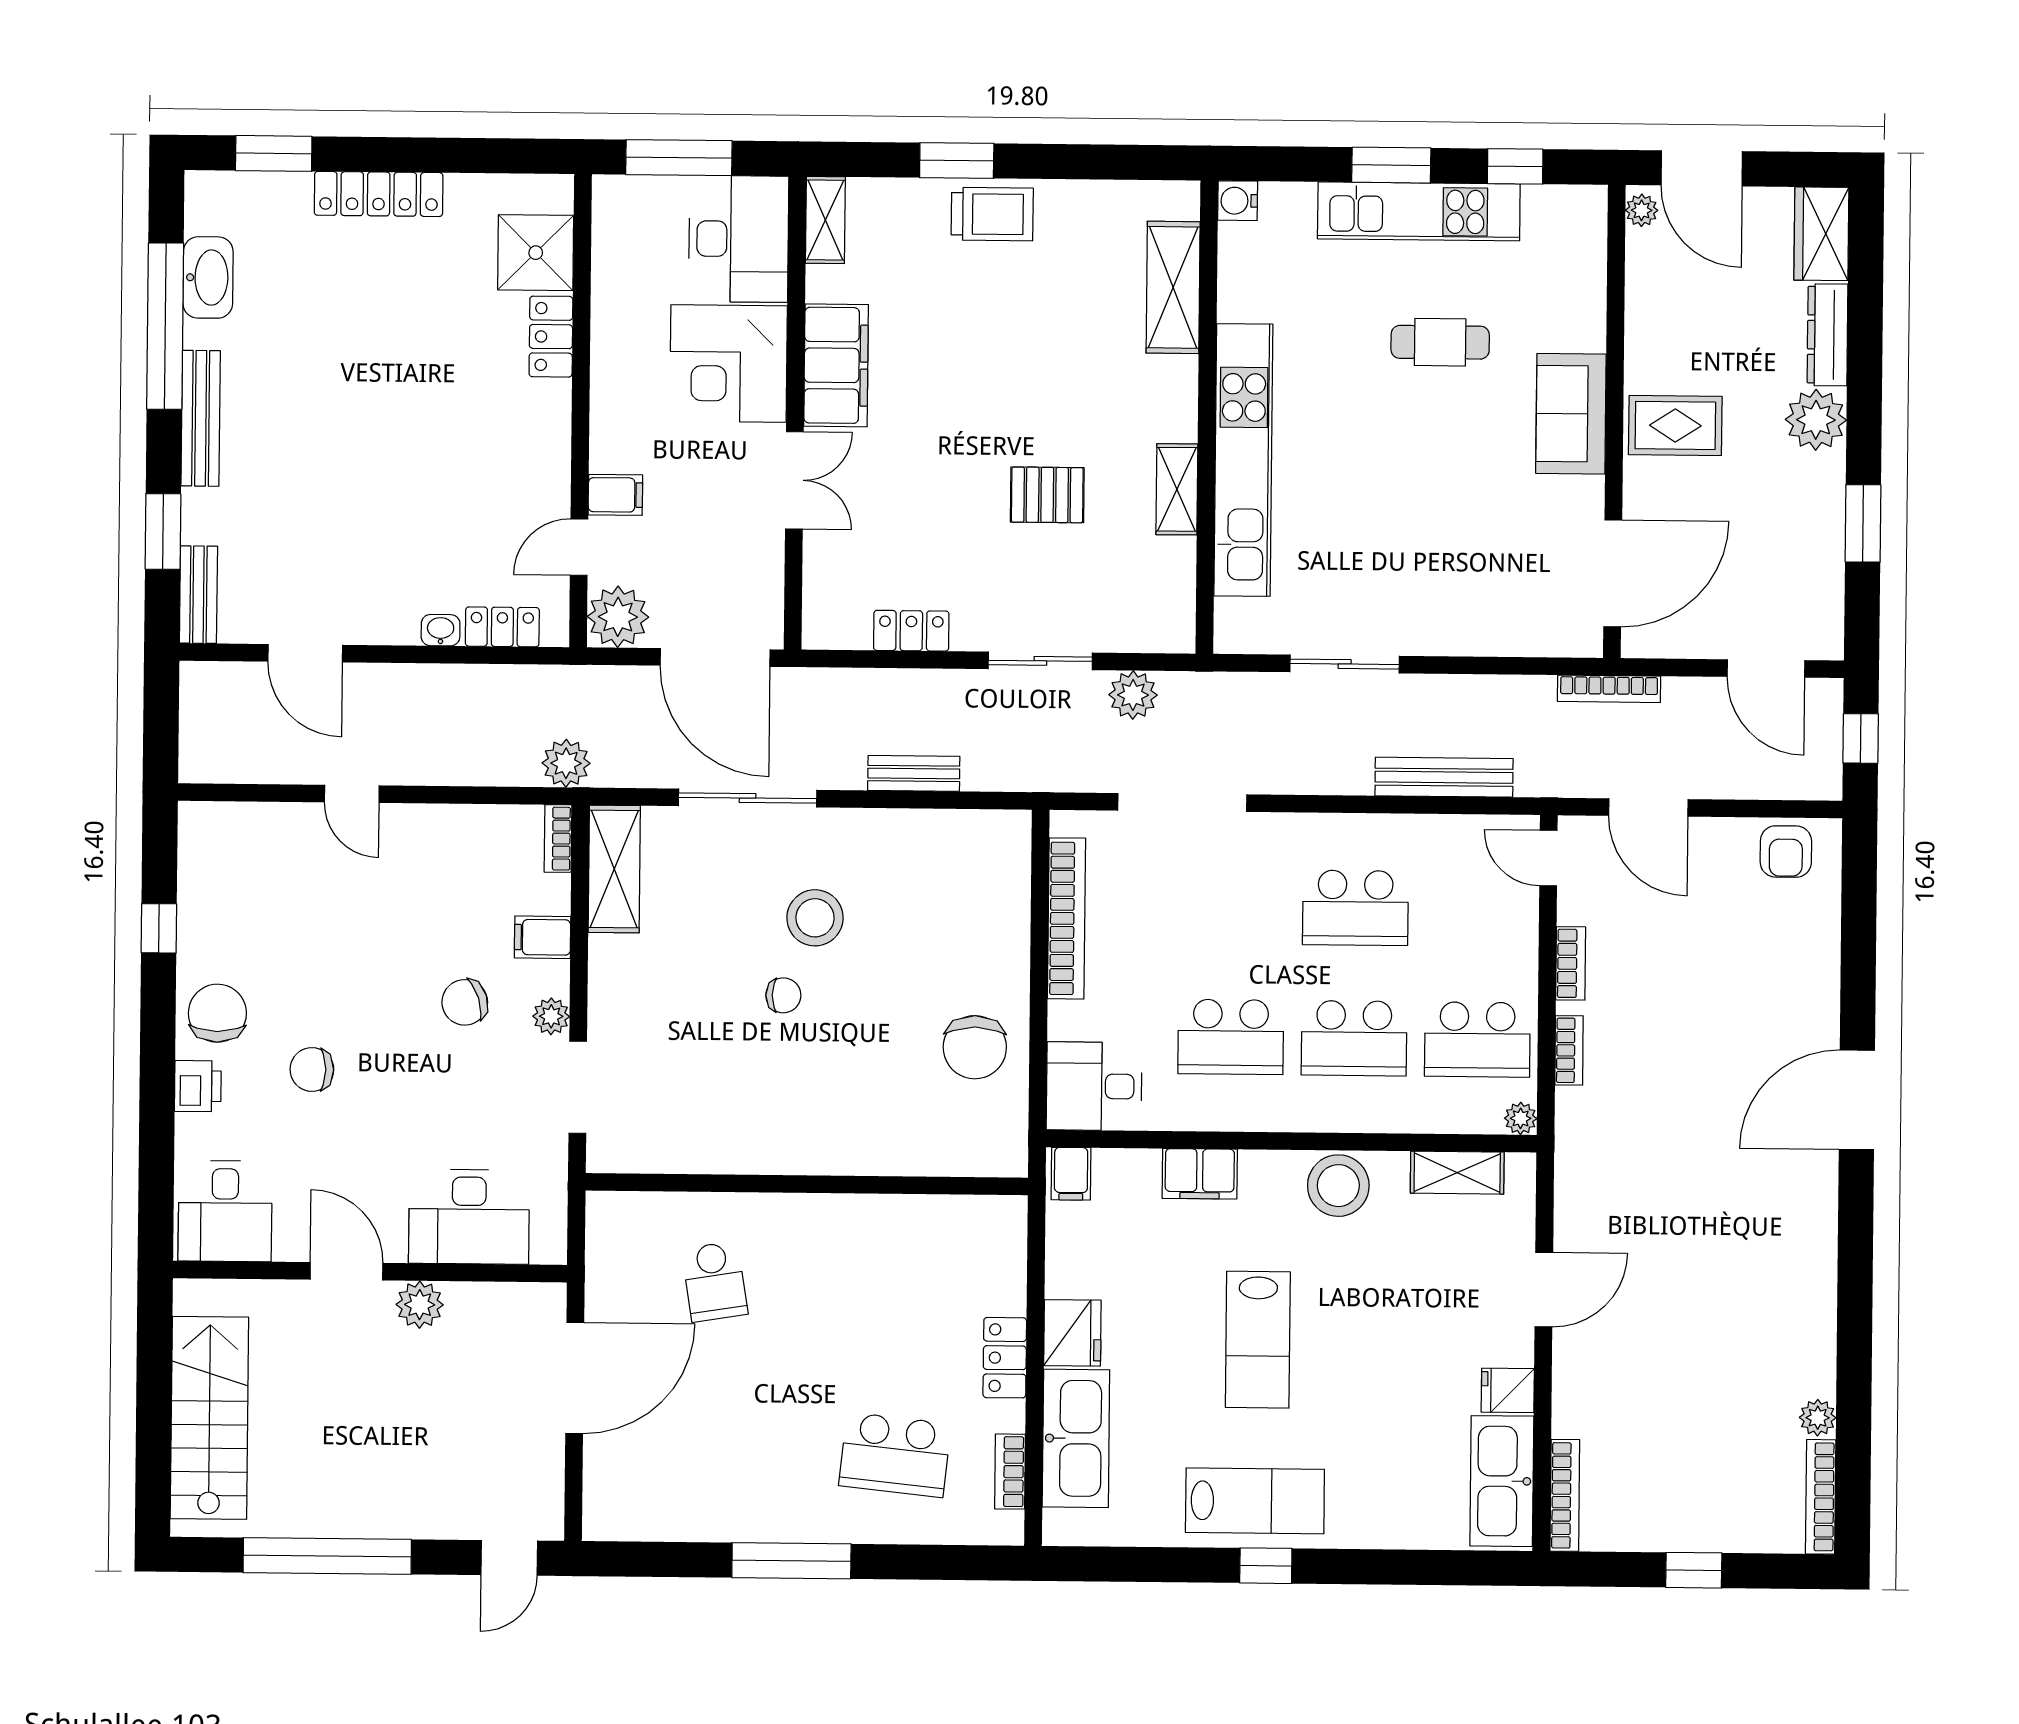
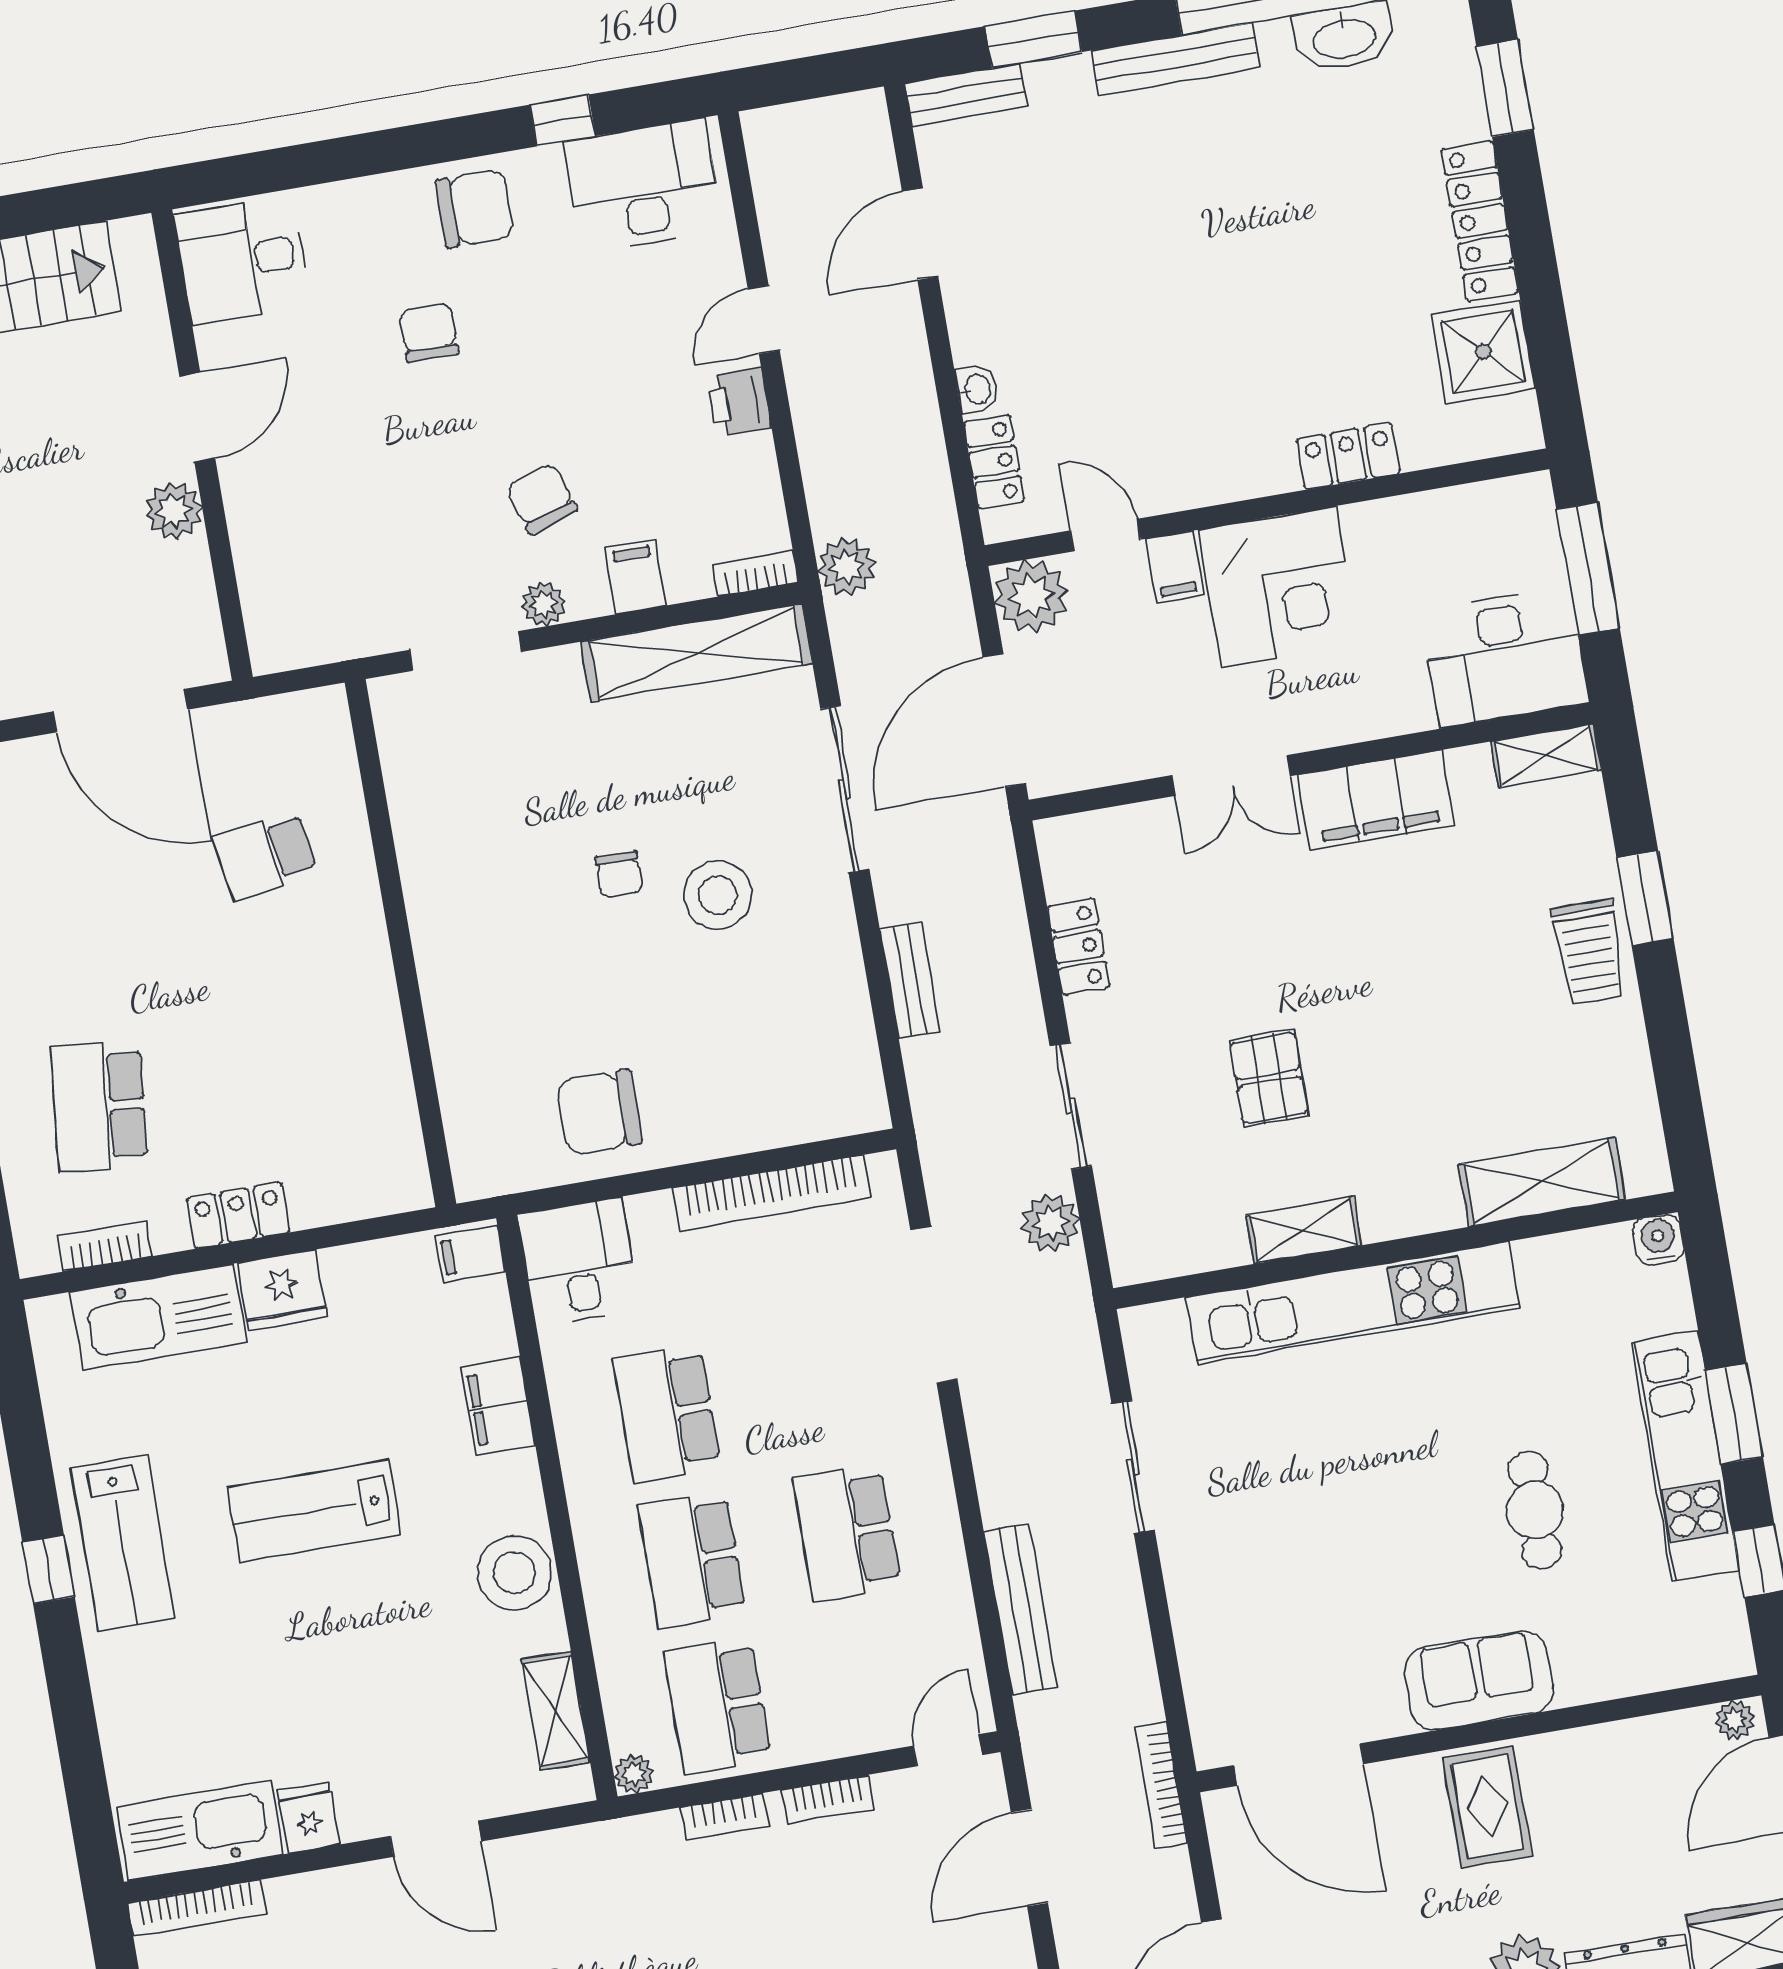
shower: (536, 253) -> (1483, 352), moved
corner desk: (729, 364) -> (1279, 587), moved, turned 180
shelving: (614, 869) -> (697, 653), width x1.47
printer: (198, 1086) -> (739, 402), moved, turned 90
desk: (469, 1217) -> (643, 186), moved, turned 90

